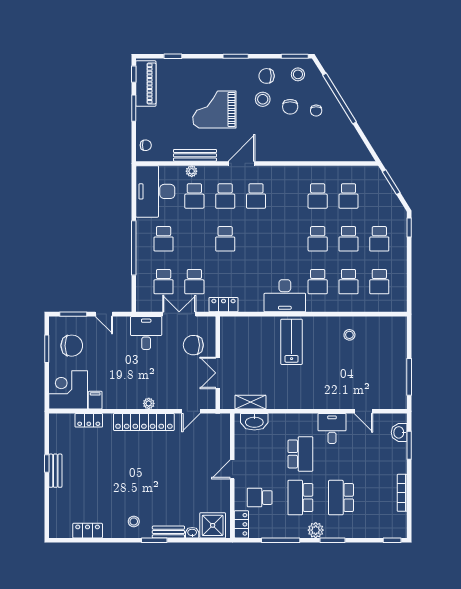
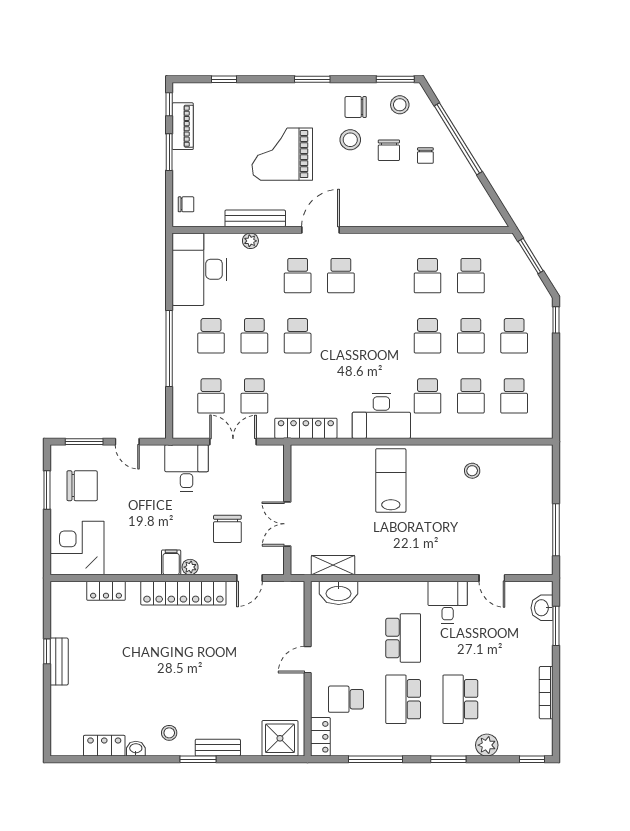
piano: (146, 84) -> (183, 126), width x0.73, depth x0.75
school desk: (194, 196) -> (254, 336), moved
locker: (223, 305) -> (306, 428), width x1.53
chair: (193, 345) -> (227, 529), moved, turned -90
filing cabinet: (95, 400) -> (171, 562), moved
plant: (316, 530) -> (487, 745), moved
washbasin: (192, 533) -> (136, 749), moved

